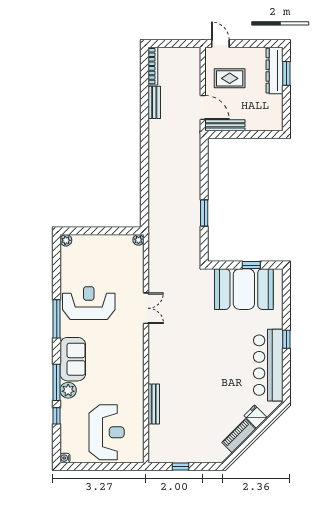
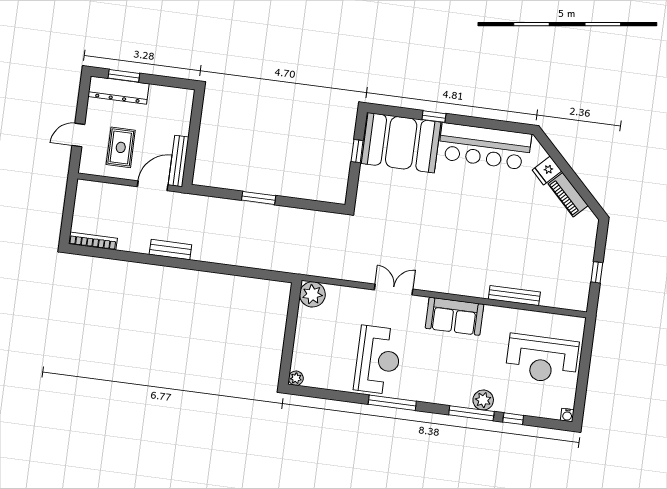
door: (220, 44) -> (78, 135), moved
bench: (154, 102) -> (170, 250), moved
window: (204, 213) -> (259, 198), moved
plant: (138, 240) -> (312, 294), width x1.88, depth x1.88
booth: (244, 289) -> (401, 143), moved, turned 90
reception desk: (89, 303) -> (378, 360), turned 180
window: (286, 339) -> (434, 117), moved
sofa: (73, 359) -> (455, 316), moved, turned 180
reception desk: (107, 432) -> (542, 359), turned 180

